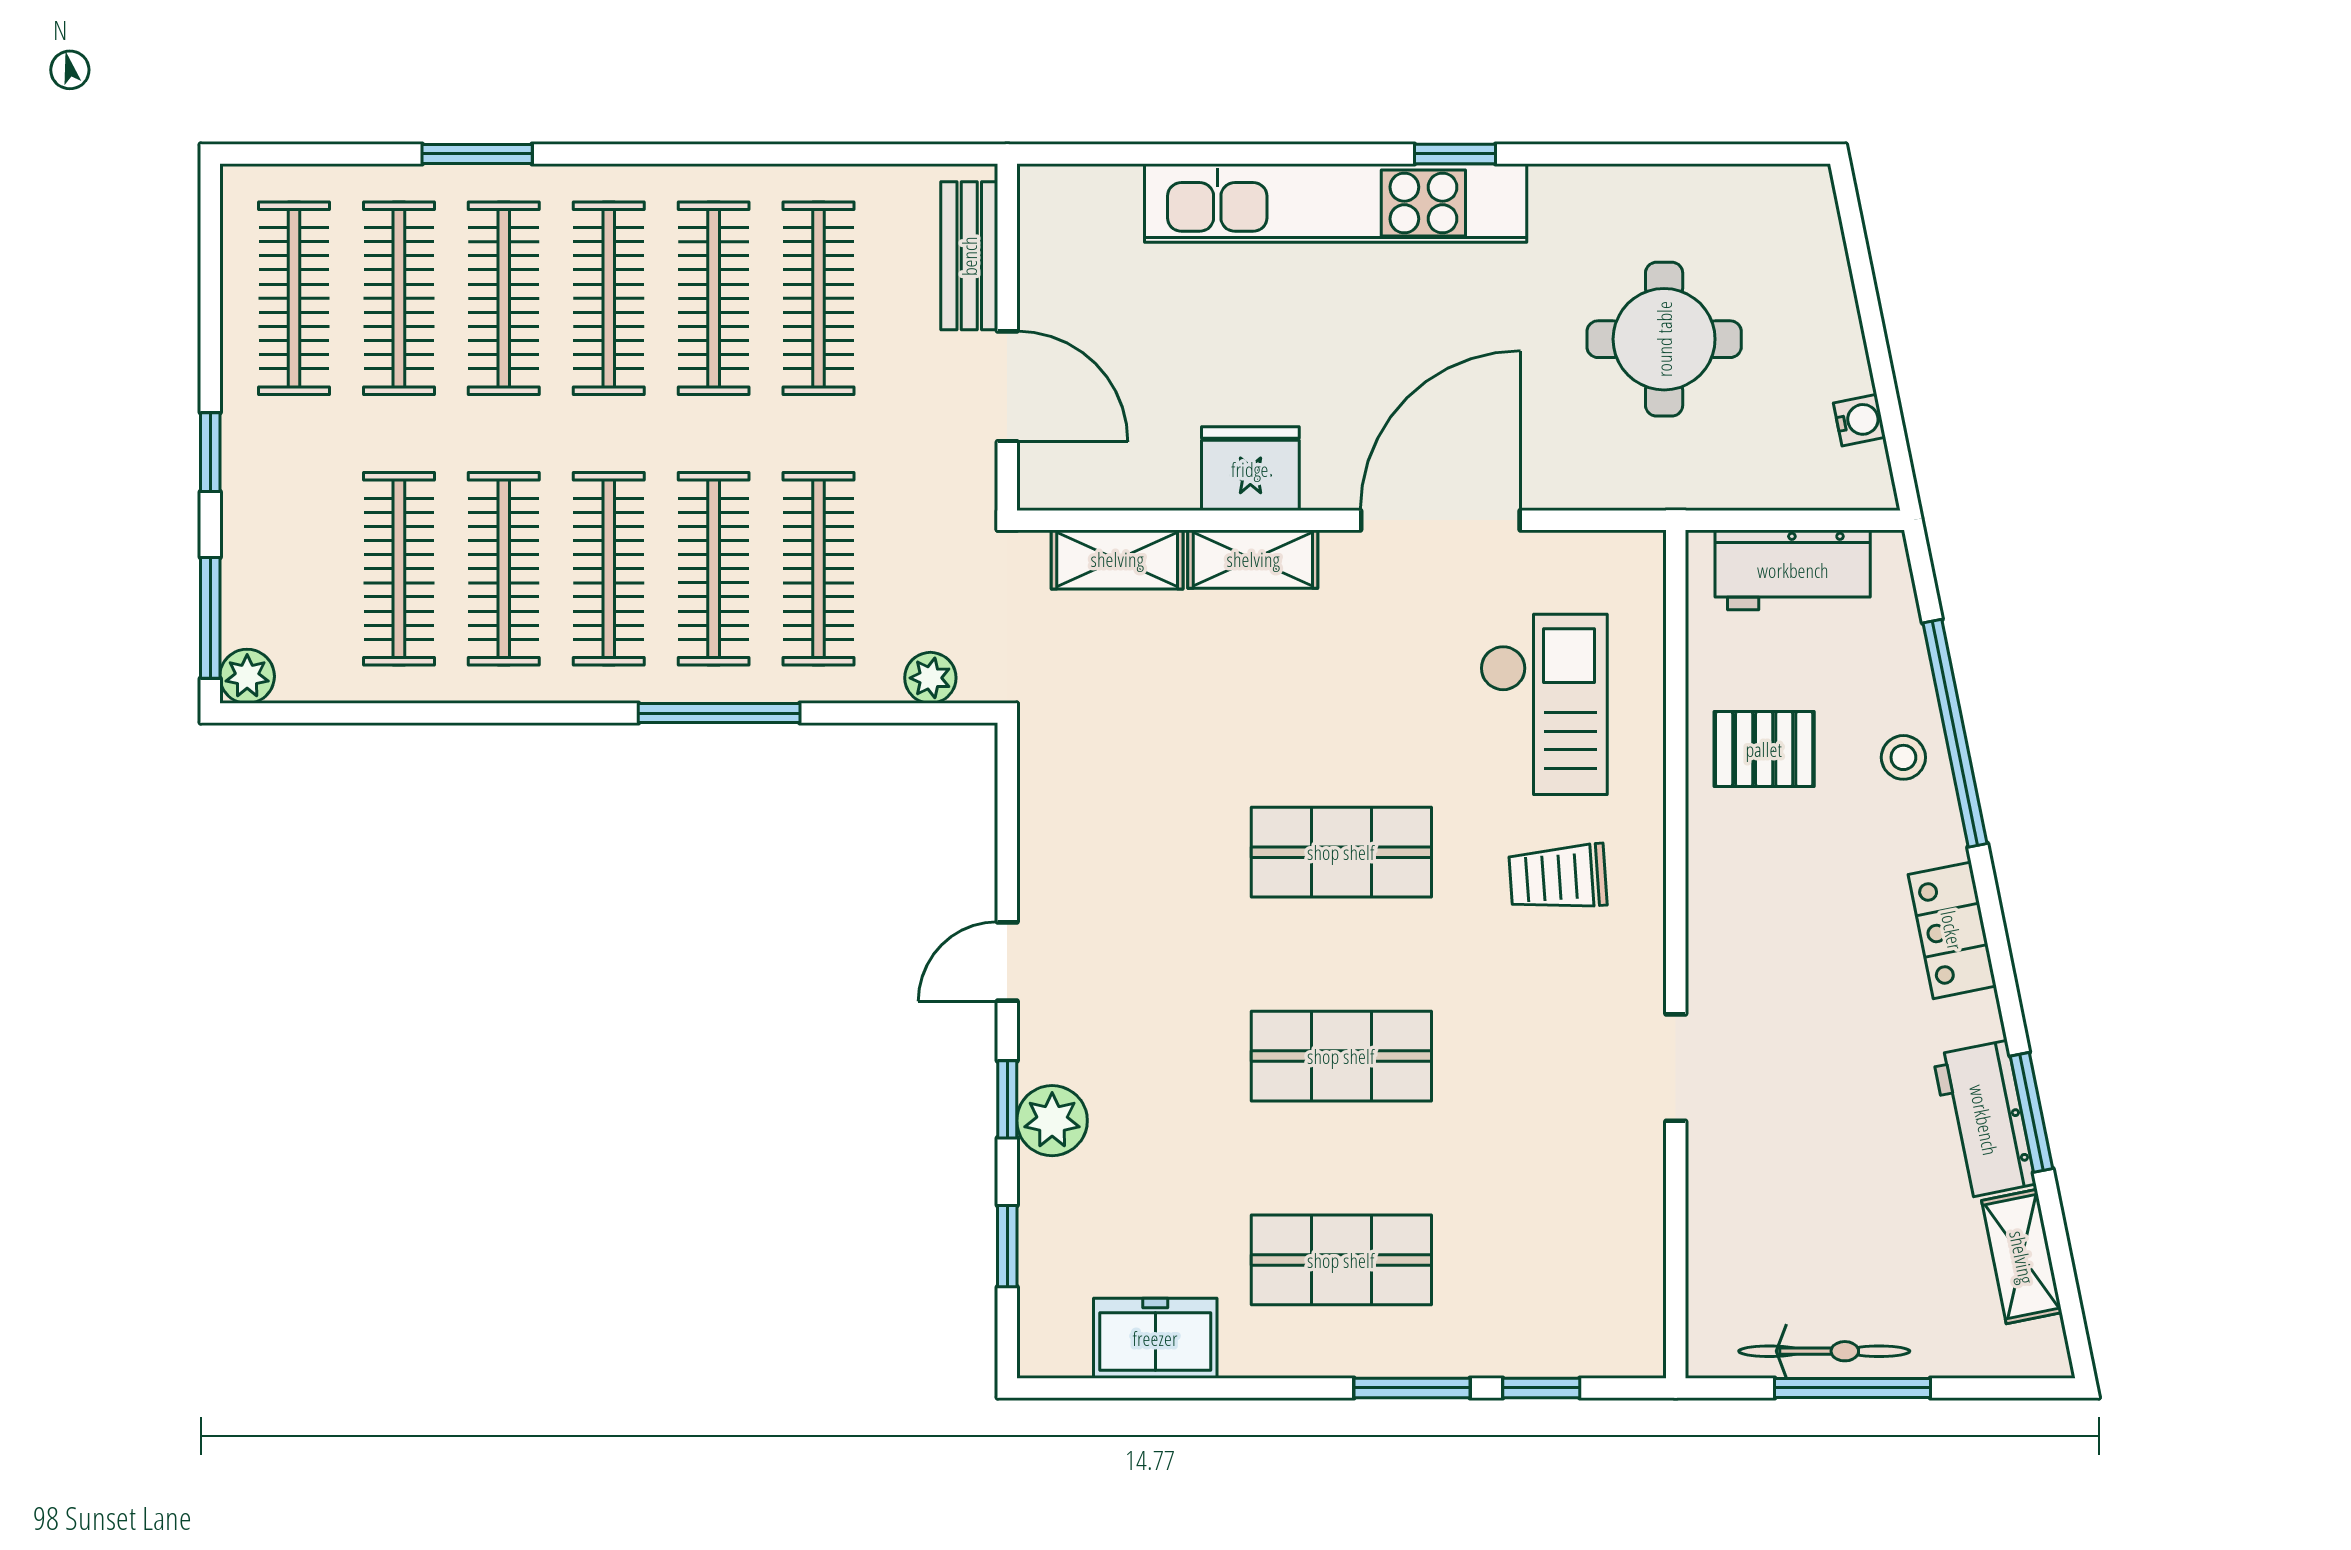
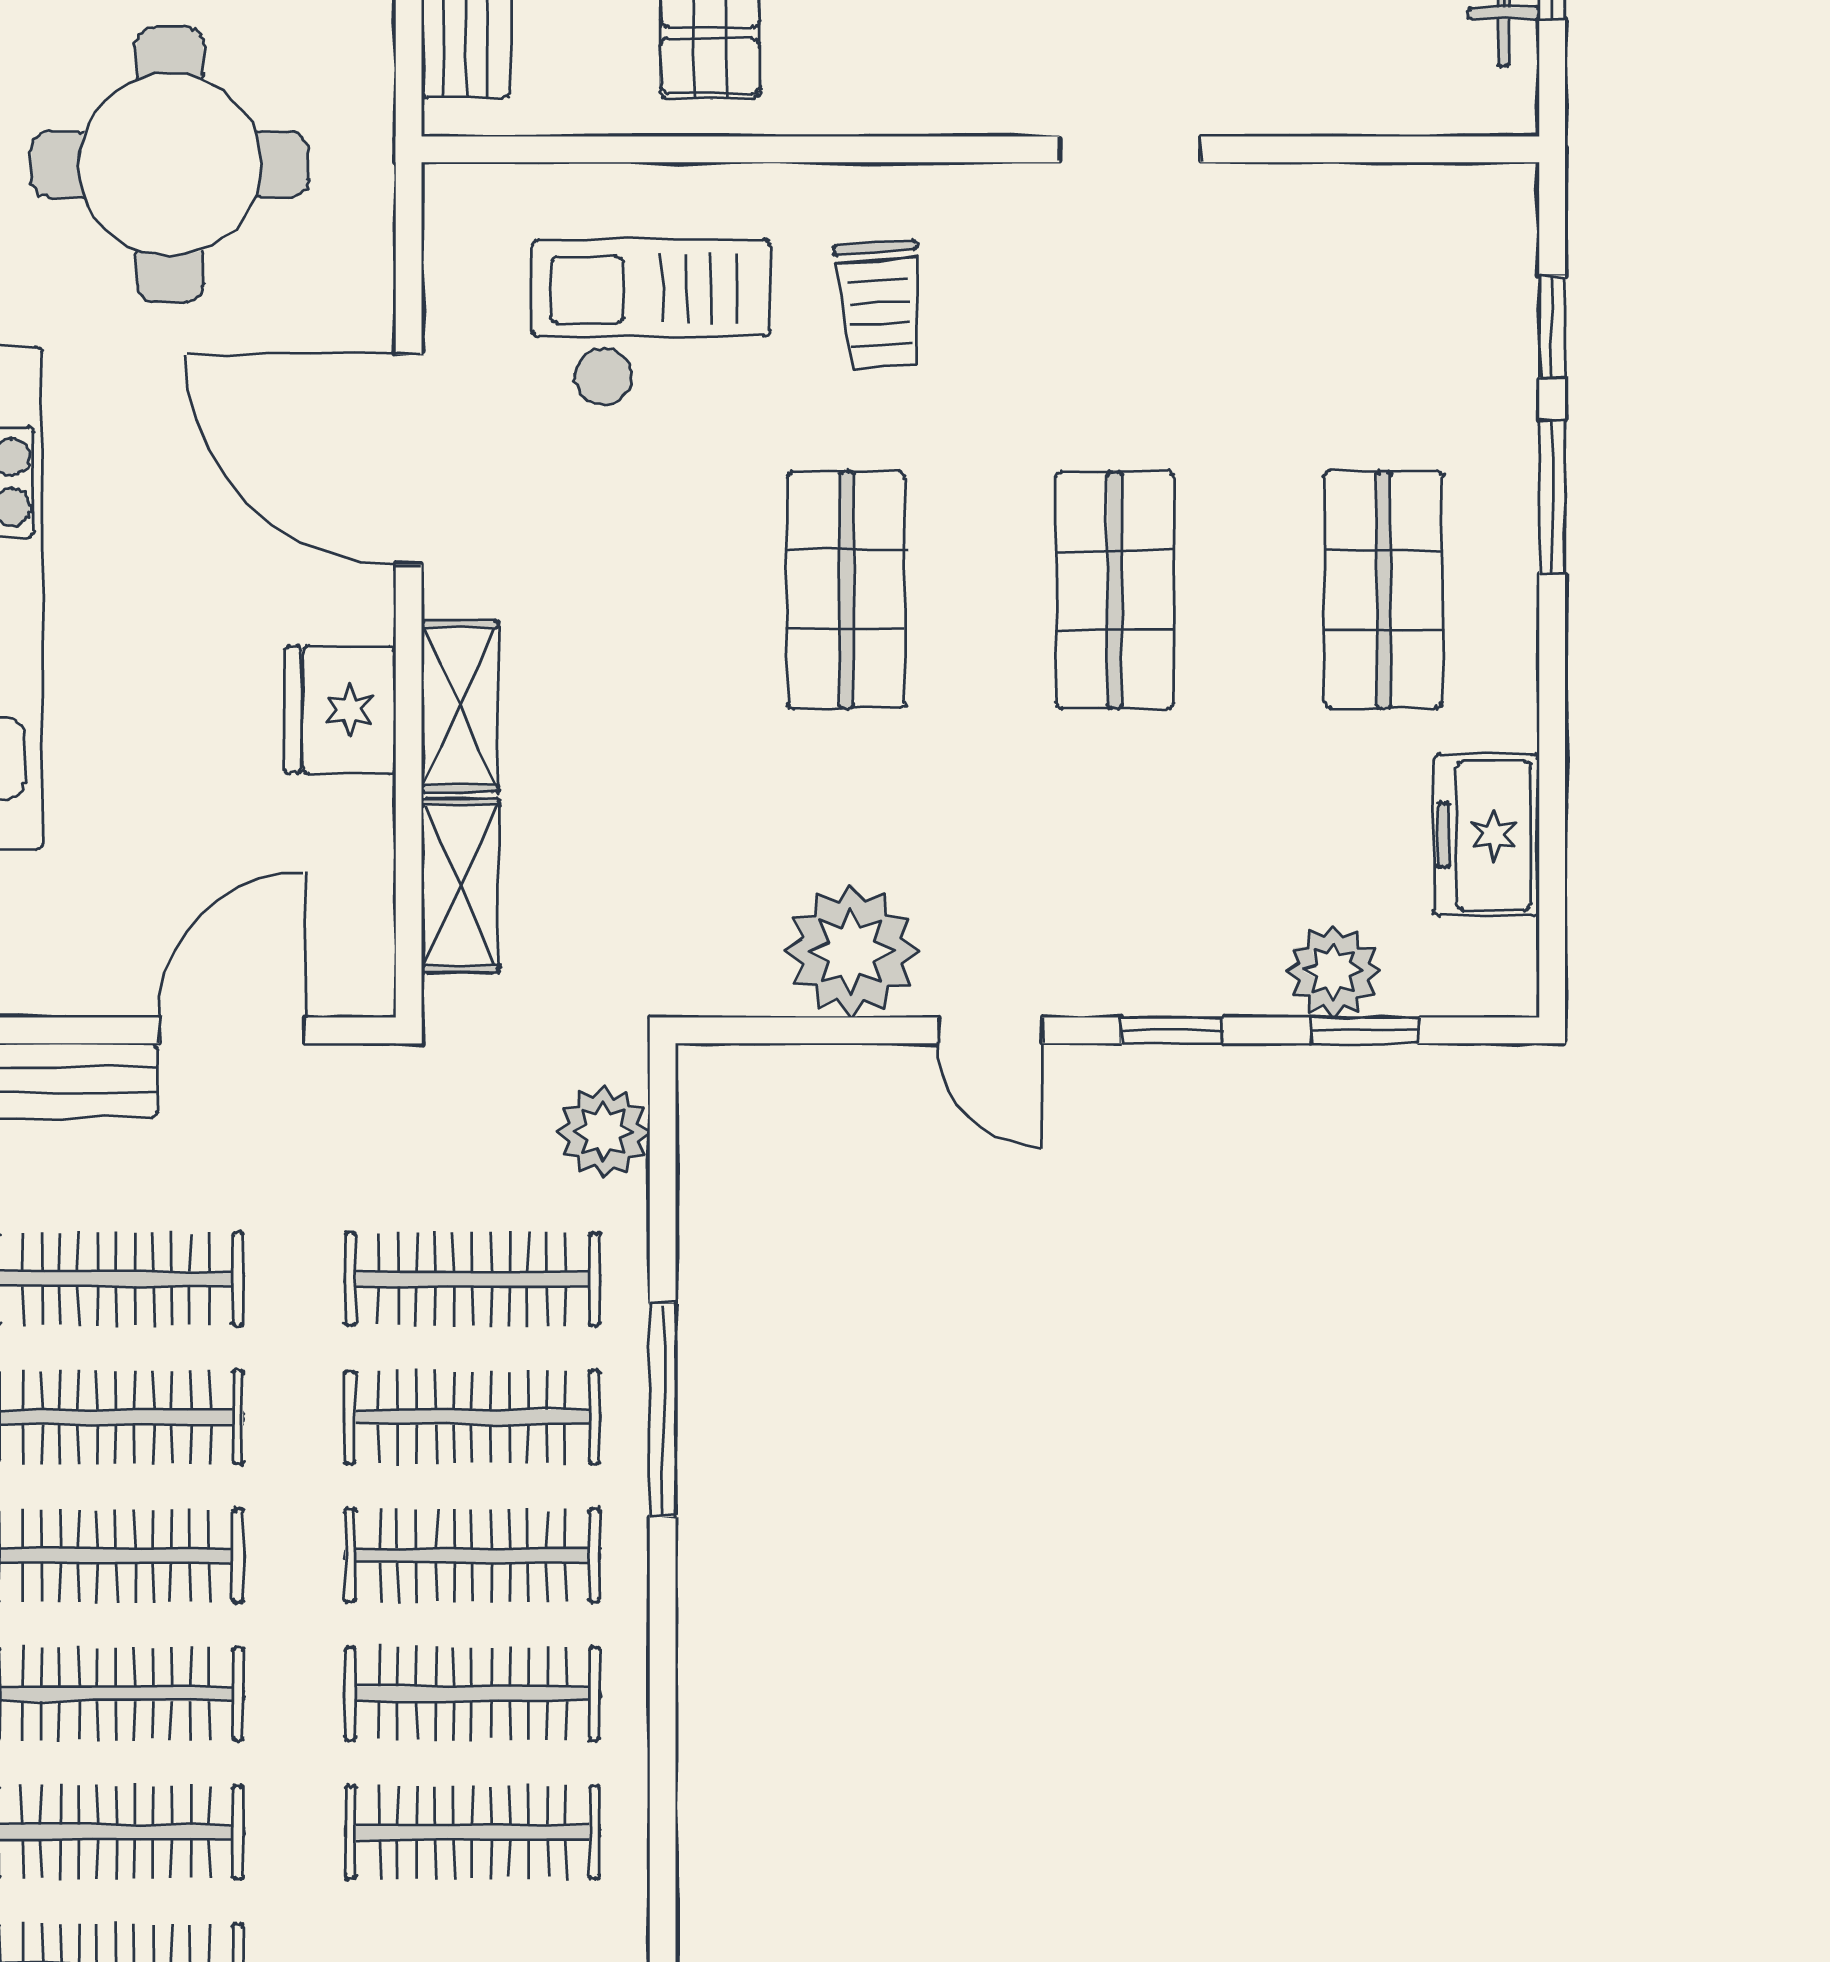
round table: (1664, 339) -> (170, 165), width x1.36, depth x1.36
plant: (930, 678) -> (604, 1132), width x1.38, depth x1.38
plant: (1068, 856) -> (851, 951), added
plant: (1052, 1121) -> (1333, 971), moved

